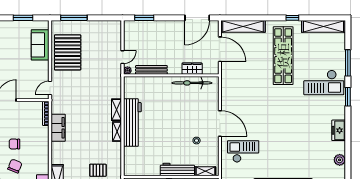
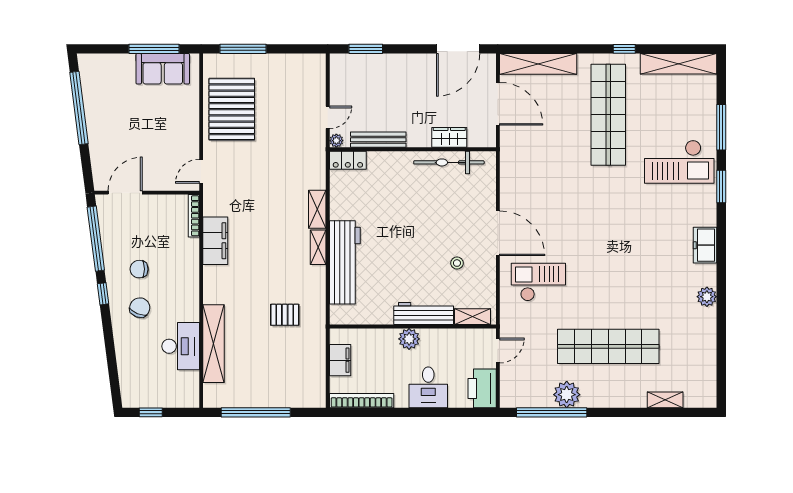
window: (23, 18) -> (154, 49), width x1.44
sofa: (40, 45) -> (163, 69), moved, turned -90
locker: (134, 82) -> (348, 160), added
workbench: (132, 123) -> (345, 262), moved

